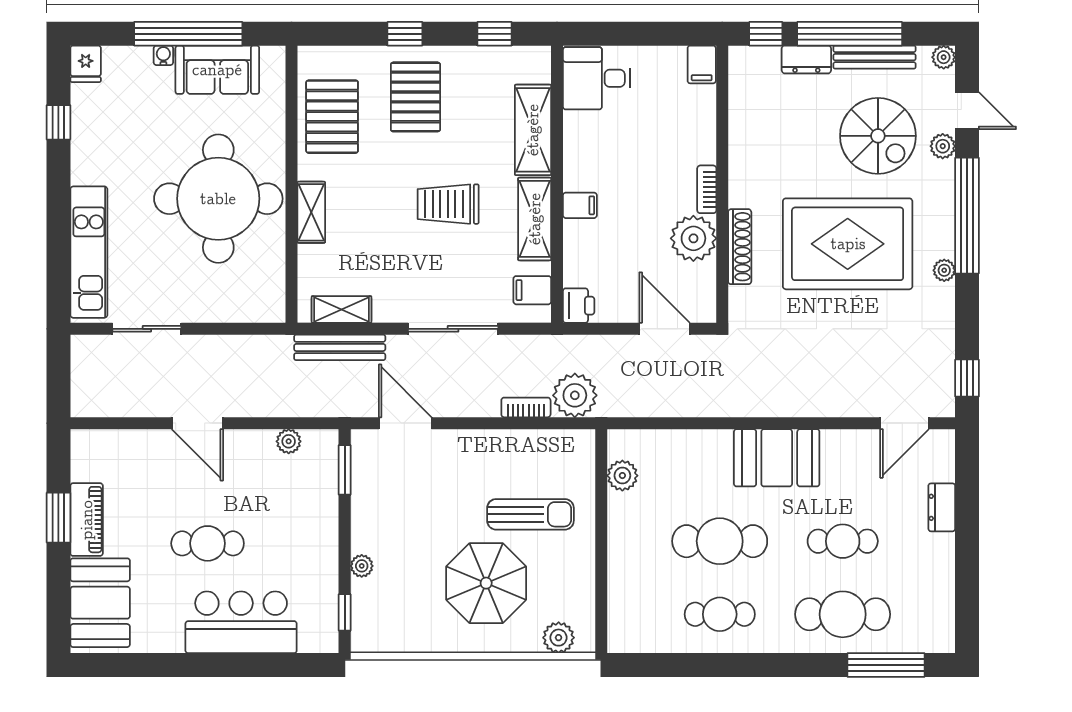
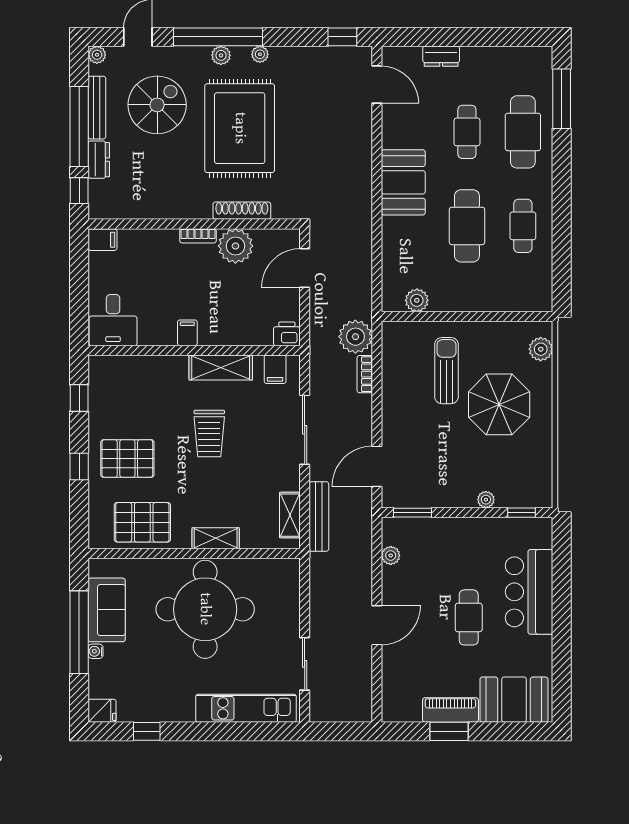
shelving: (533, 130) -> (153, 369), removed
plant: (943, 146) -> (221, 55), moved
filing cabinet: (580, 205) -> (187, 333), moved

